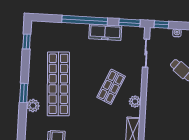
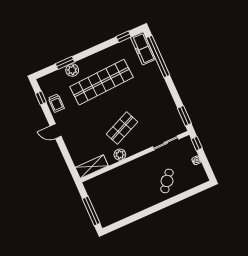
window: (85, 20) -> (158, 57), moved
freezer: (105, 32) -> (143, 48), moved
shop shelf: (111, 87) -> (122, 128), turned -48
window: (24, 93) -> (65, 63), moved

